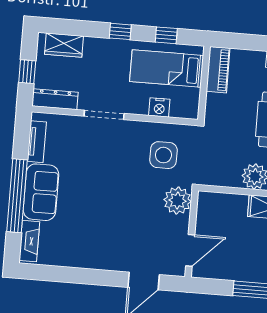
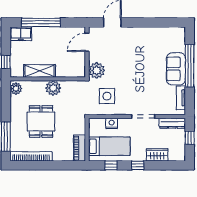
wardrobe: (64, 45) -> (157, 155), moved
fireplace: (29, 241) -> (180, 40), removed

